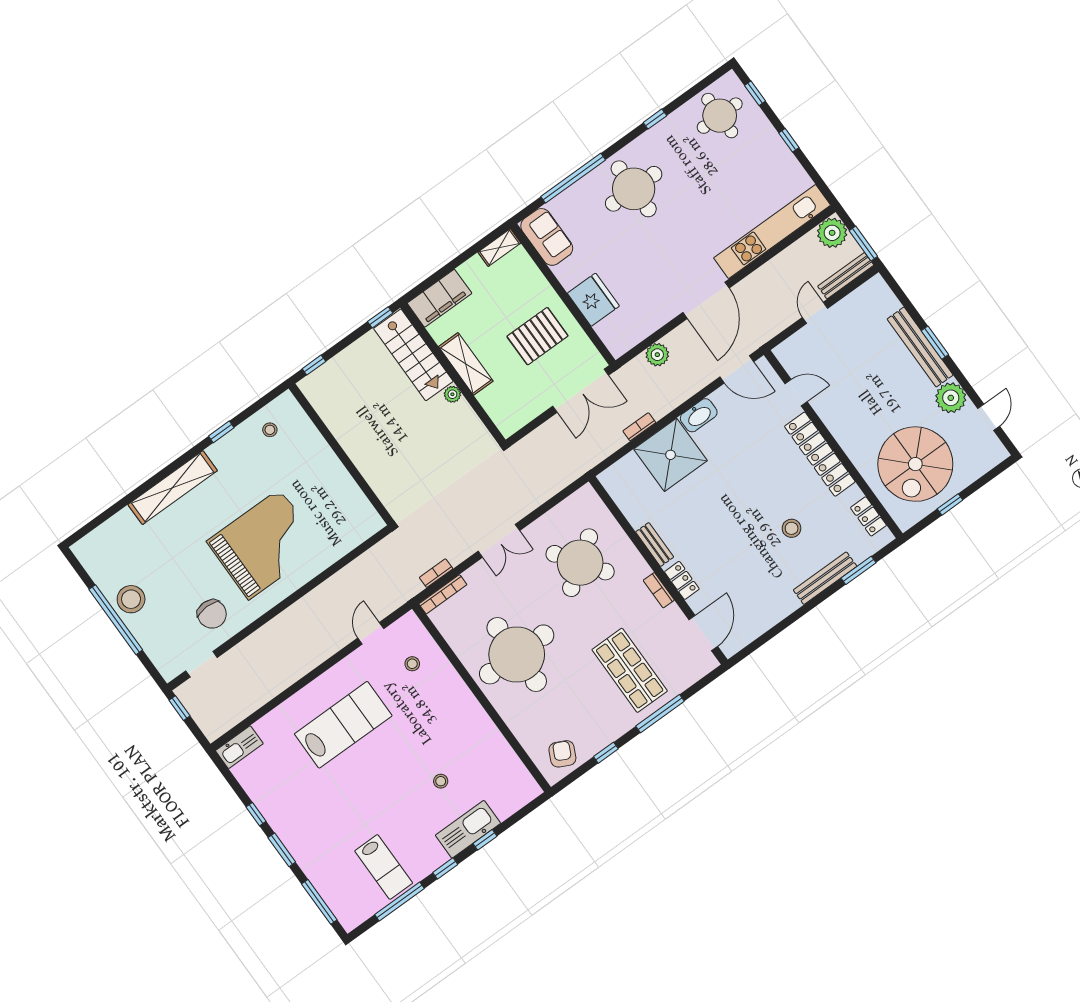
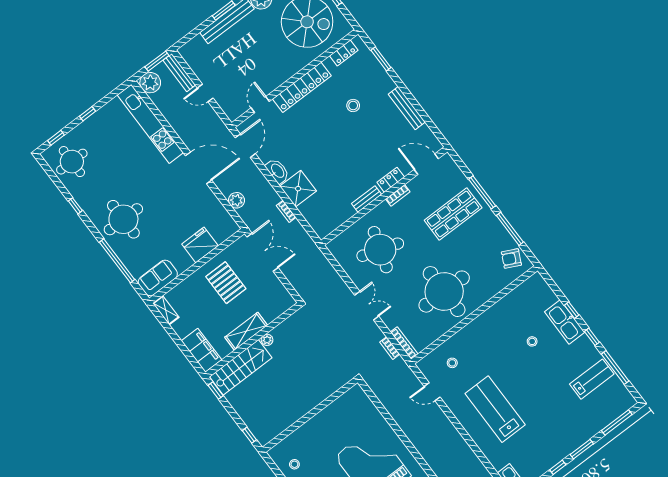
shower: (671, 455) -> (298, 189), width x0.73, depth x0.73
round table: (580, 563) -> (380, 250), turned -37
bench: (825, 578) -> (407, 108), moved
window: (606, 753) -> (510, 229), width x2.17

